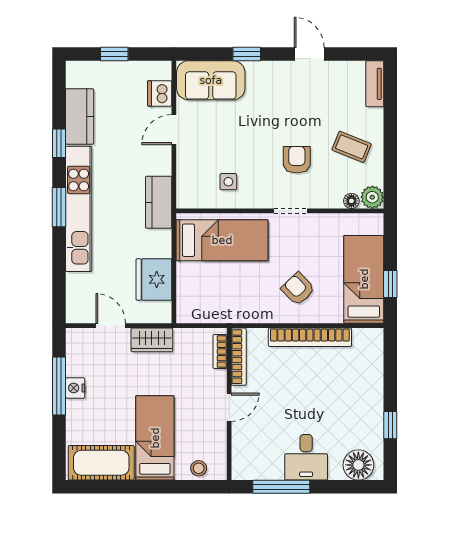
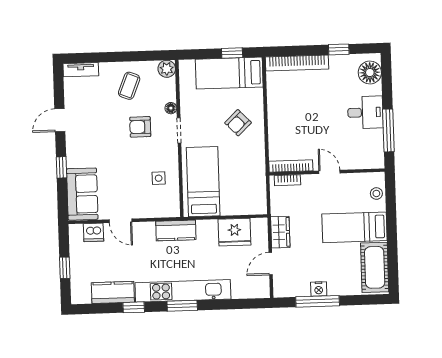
floor lamp: (351, 201) -> (171, 108), moved
bookcase: (310, 337) -> (297, 63), moved, turned 90

